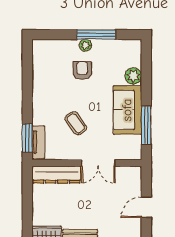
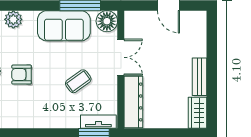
plant: (133, 76) -> (13, 19), moved
floor lamp: (132, 150) -> (107, 21), added

